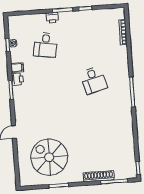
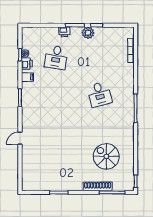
plant: (77, 17) -> (88, 33), added
printer: (17, 79) -> (27, 64), moved
spiral stairs: (49, 157) -> (106, 156), moved, width x0.73, depth x0.73

